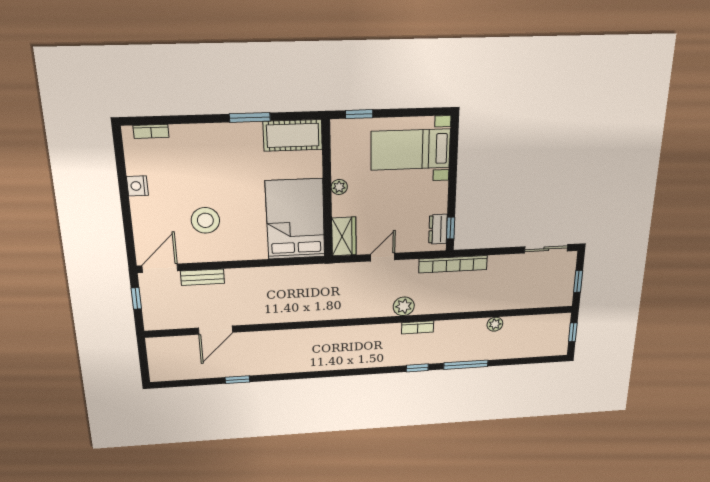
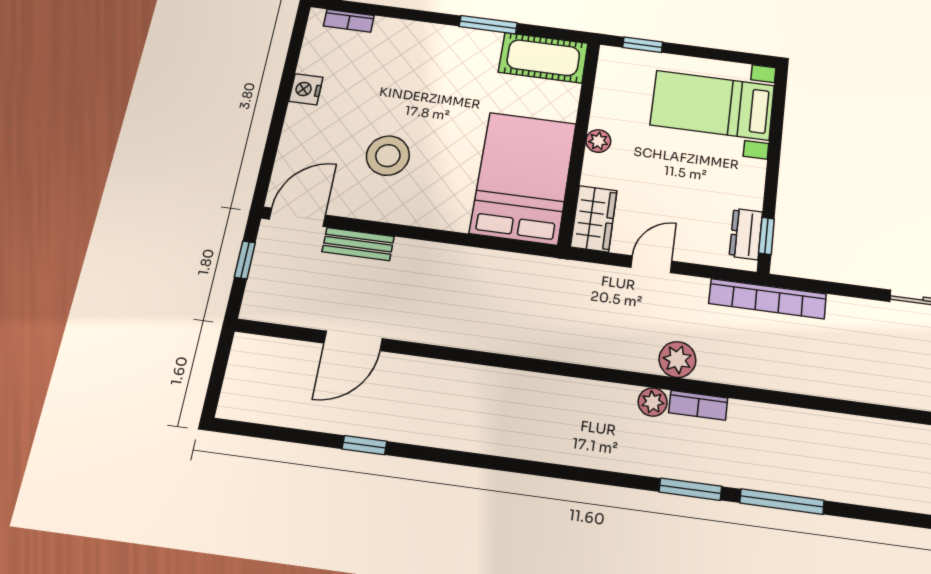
plant: (495, 324) -> (653, 402), moved
window: (417, 368) -> (690, 489), width x1.50

